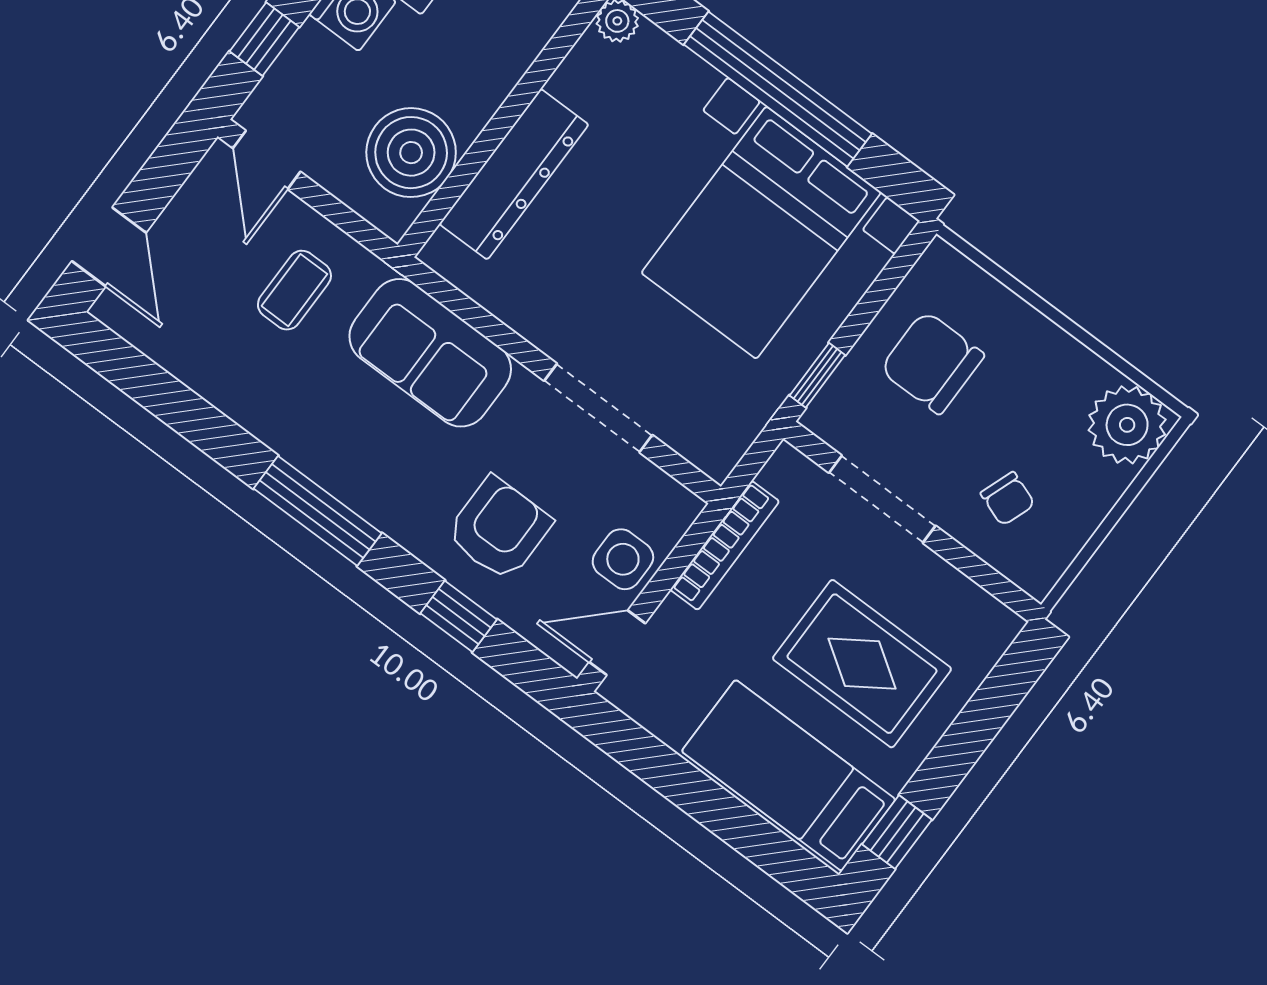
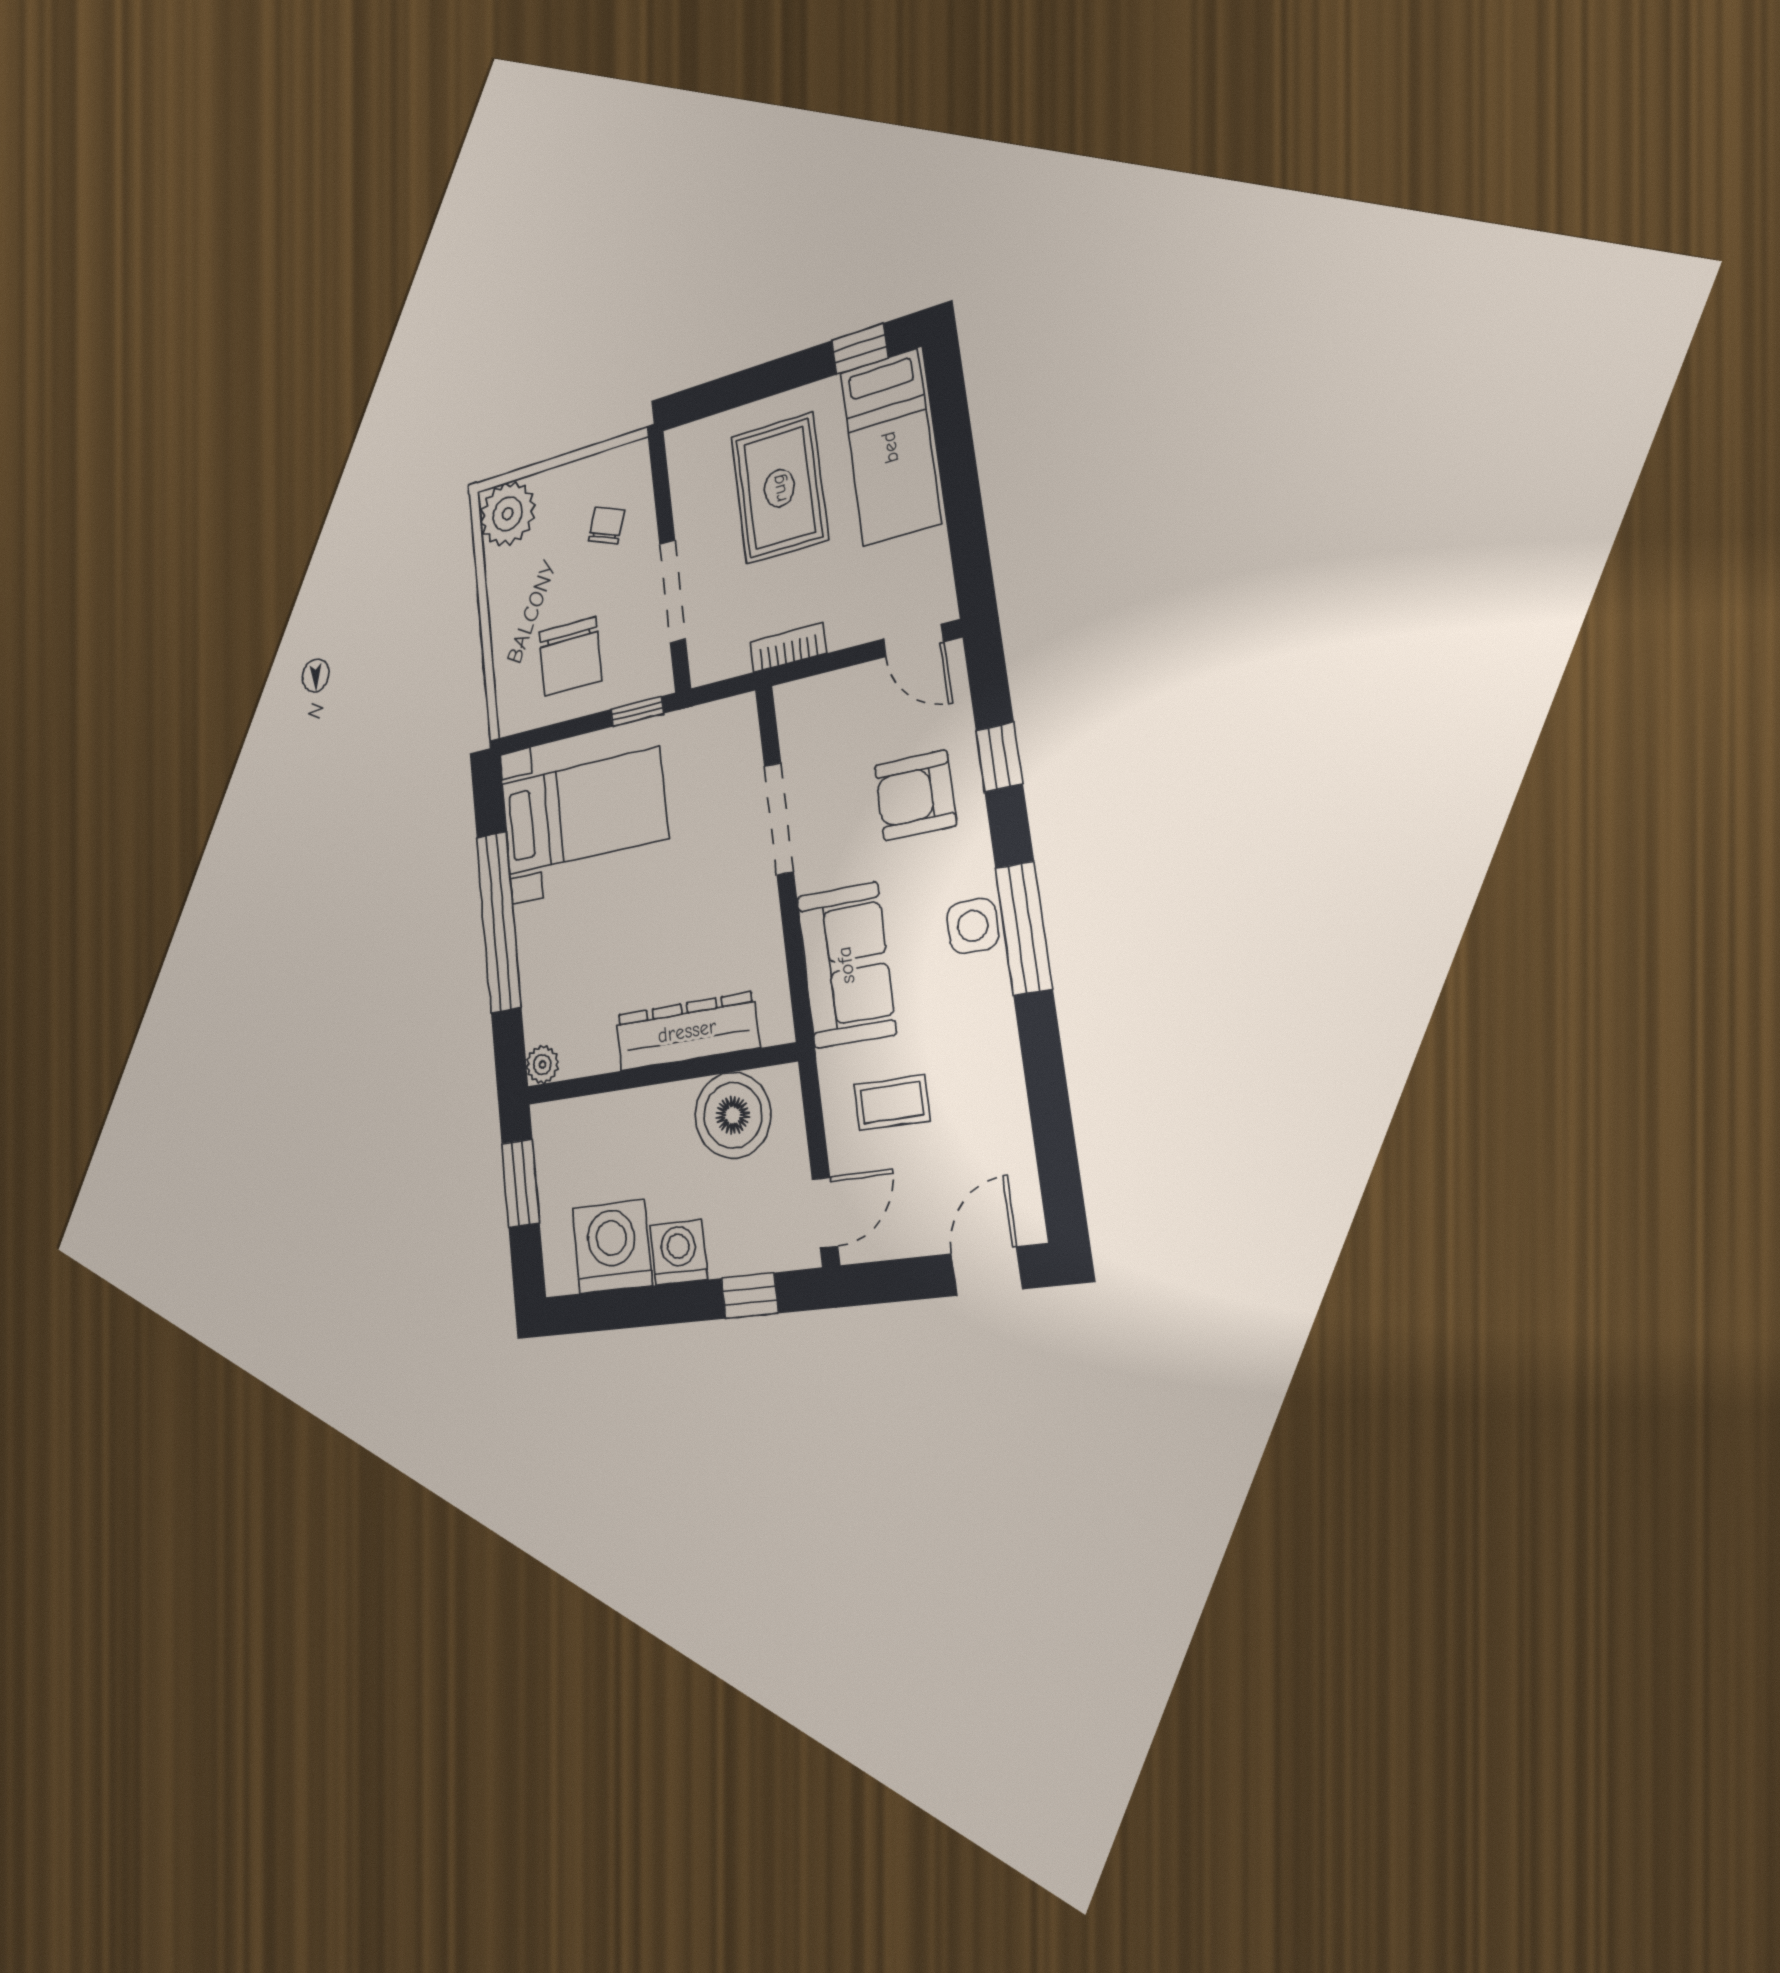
bed with nightstands: (761, 233) -> (584, 811), width x0.73
bookcase: (725, 545) -> (788, 647), width x0.64
side table: (623, 559) -> (973, 926), moved

